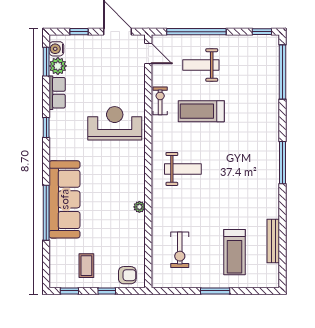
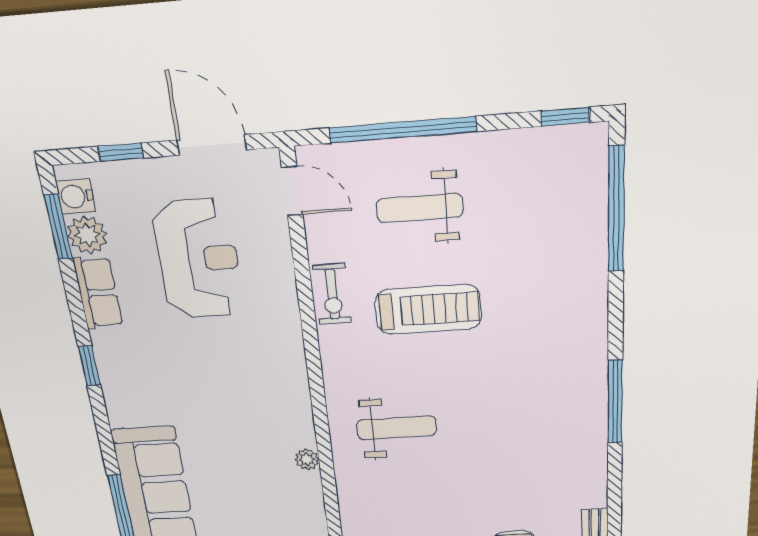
exercise bike: (160, 101) -> (332, 294), turned 180
treadmill: (201, 111) -> (428, 310), turned 180
reception desk: (115, 123) -> (198, 259), moved, turned 90
plant: (139, 207) -> (307, 459), moved

